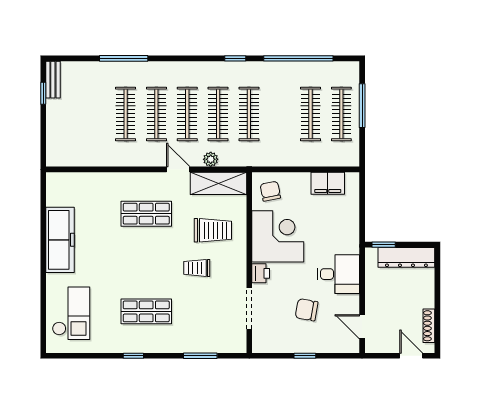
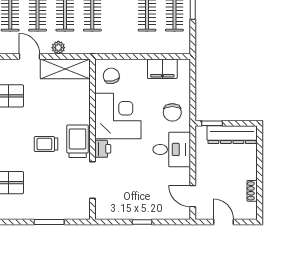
trolley: (213, 230) -> (78, 141), moved, turned -90
chair: (307, 310) -> (172, 112), moved, turned -100
shoe rack: (429, 326) -> (252, 191), width x0.70
door: (411, 356) -> (224, 222), moved

